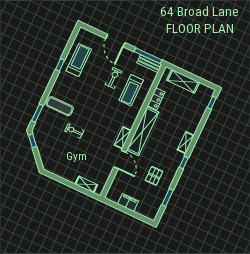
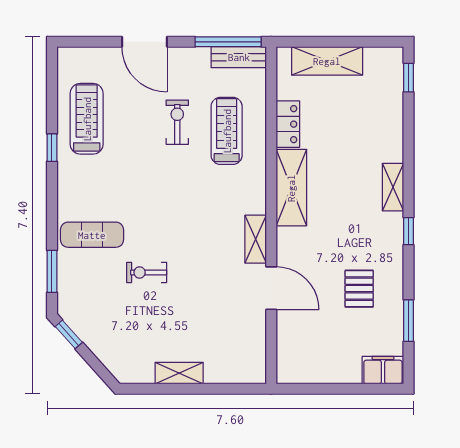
treadmill: (131, 90) -> (227, 131), turned 180
shelving: (143, 131) -> (291, 188), width x0.68
shelving: (86, 184) -> (179, 373), moved
filing cabinet: (128, 203) -> (383, 370), moved

